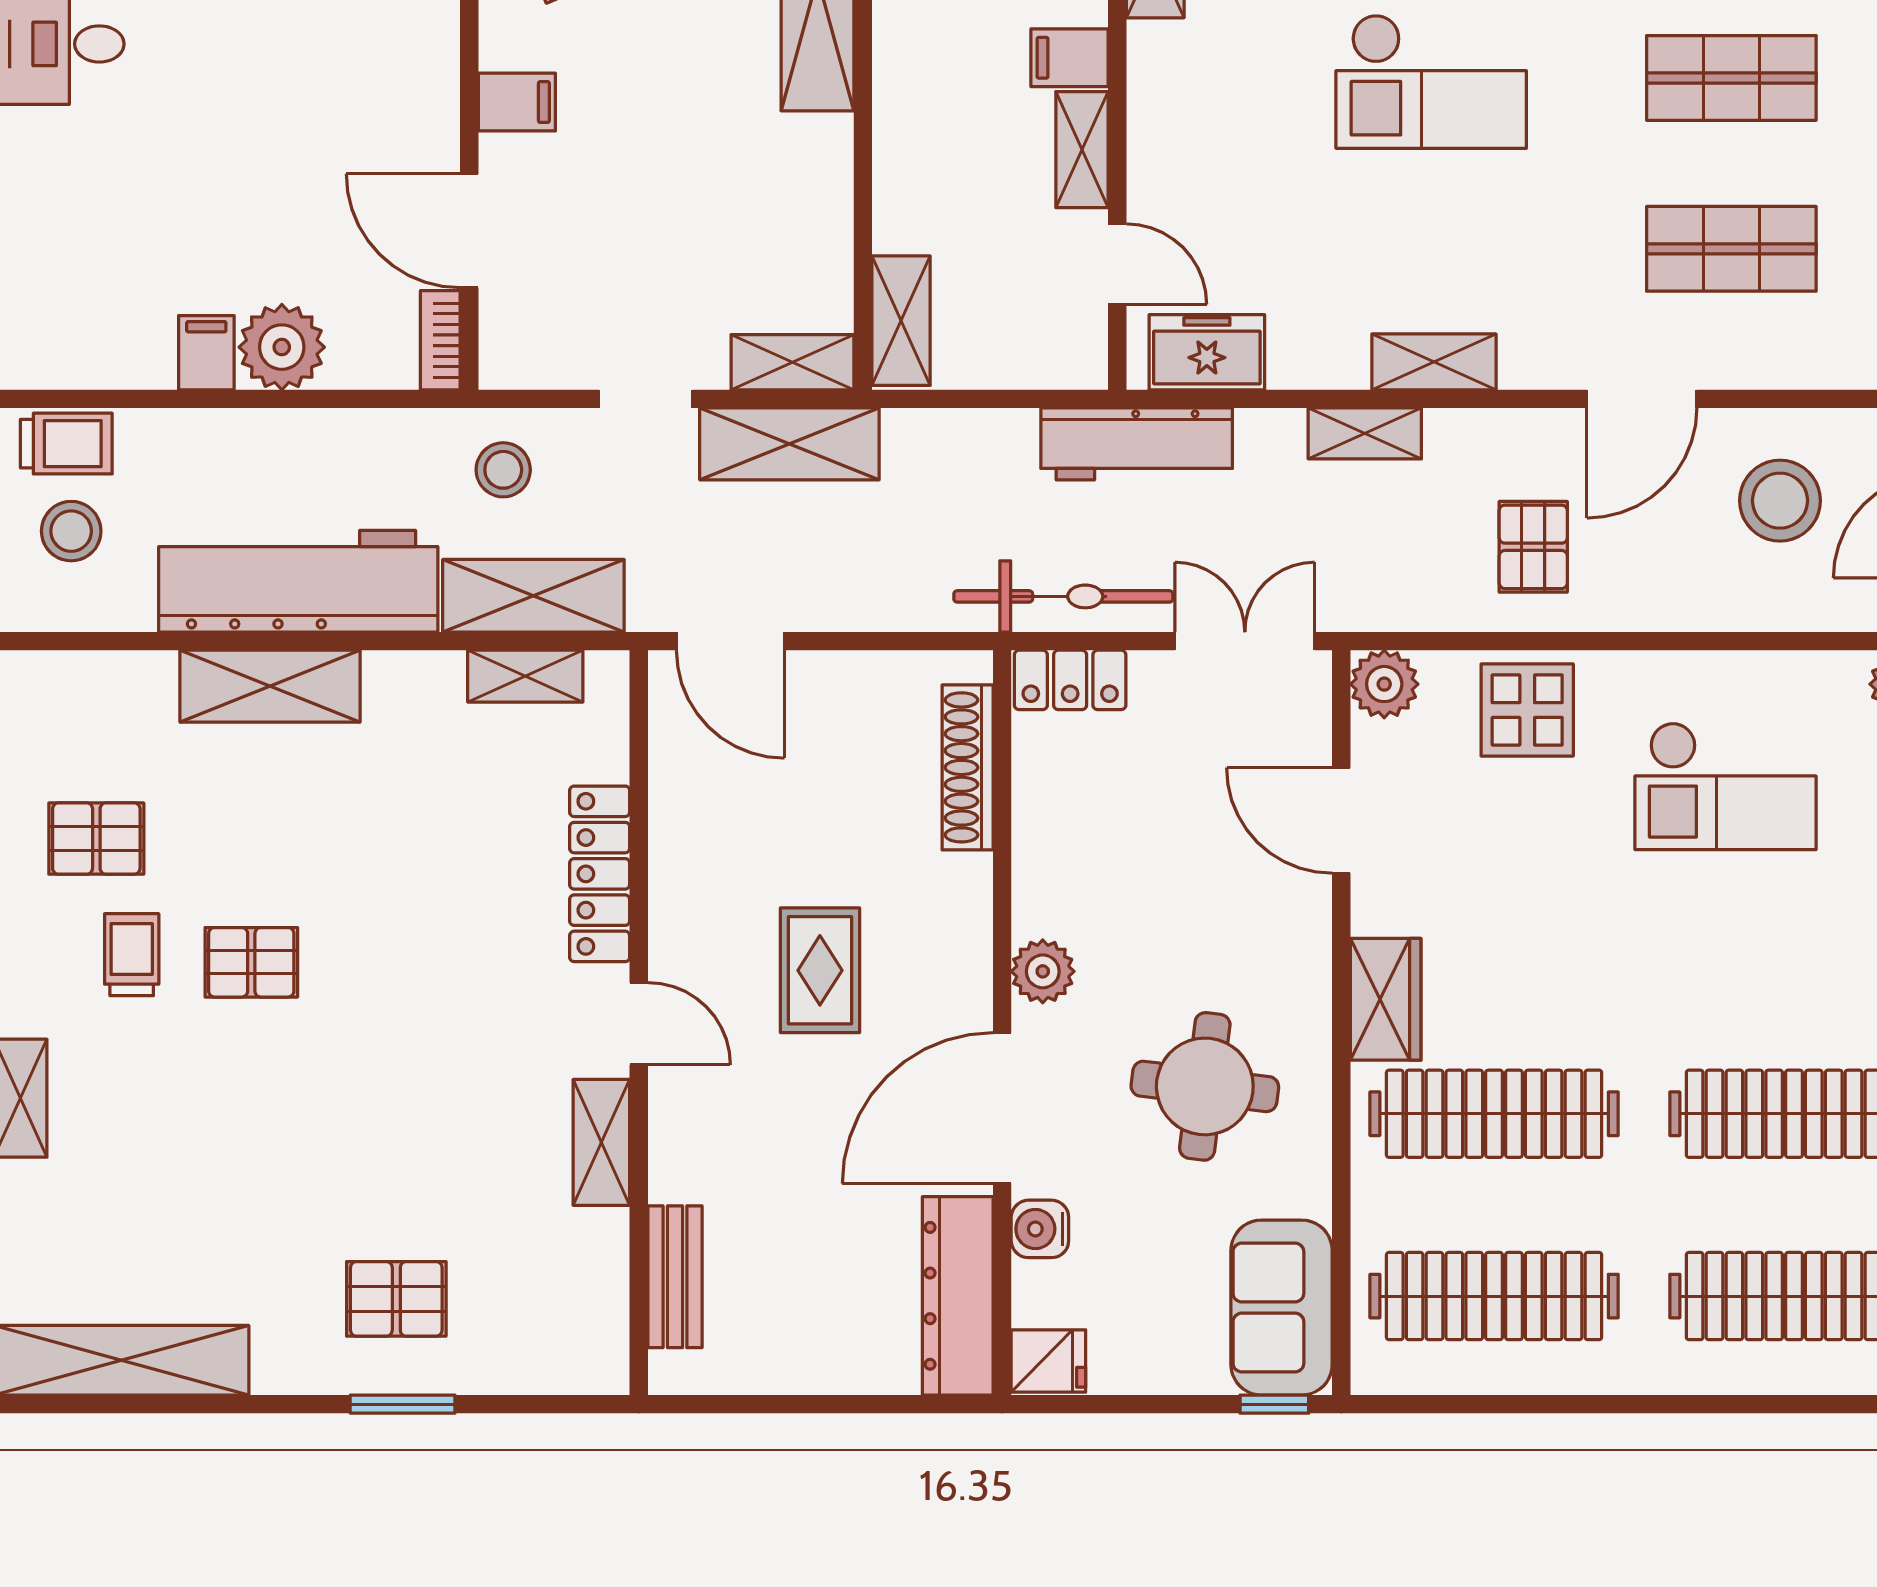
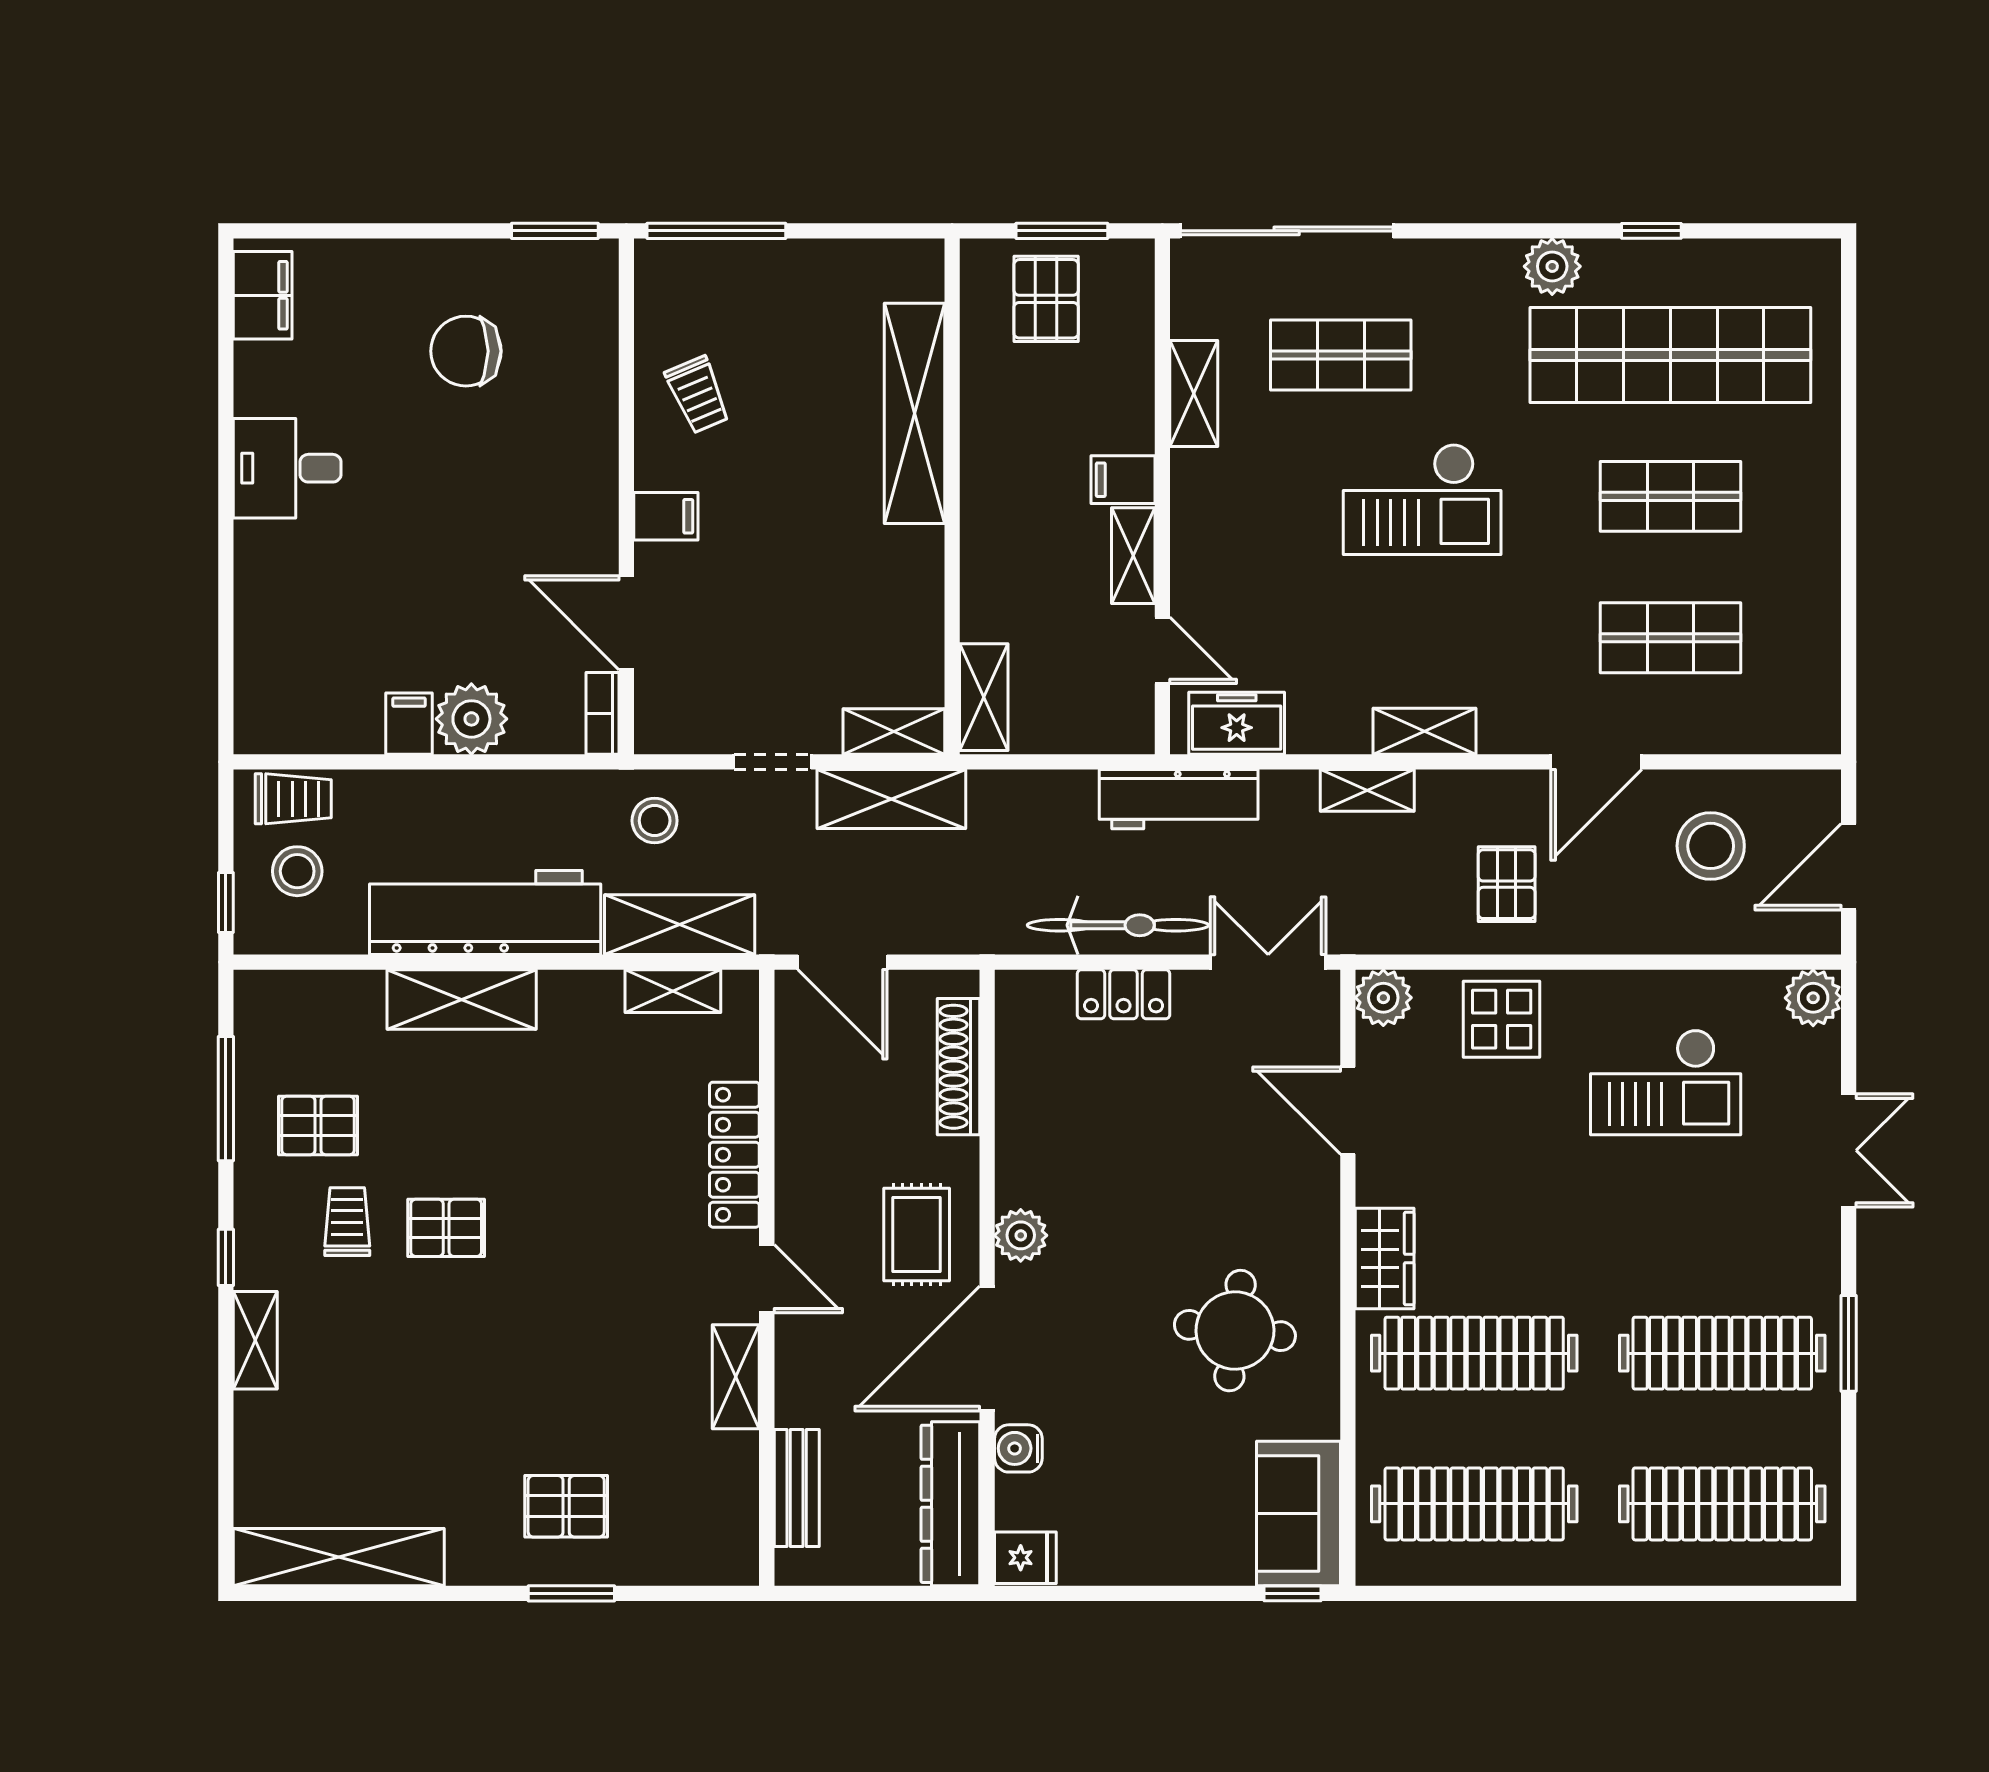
shoe rack: (968, 767) -> (959, 1067), moved
plant: (1043, 971) -> (1021, 1235), moved
wall: (1002, 1023) -> (987, 1278), moved
door: (1002, 1108) -> (987, 1348), moved
water cooler: (1040, 1229) -> (1018, 1448), moved
dresser: (958, 1296) -> (950, 1504), moved
fridge: (1048, 1361) -> (1025, 1558), moved

